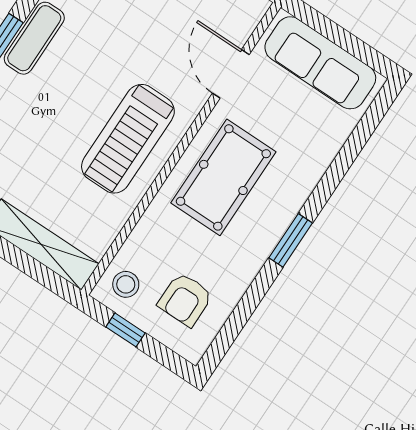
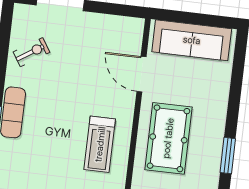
treadmill: (128, 139) -> (100, 144), width x0.73, depth x0.73

